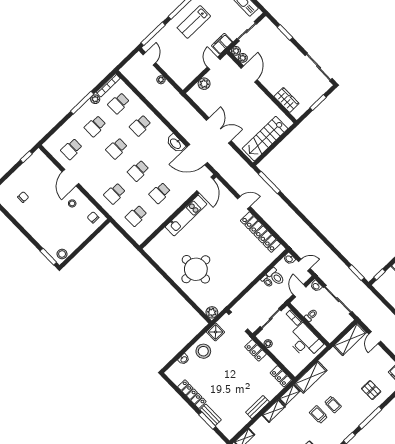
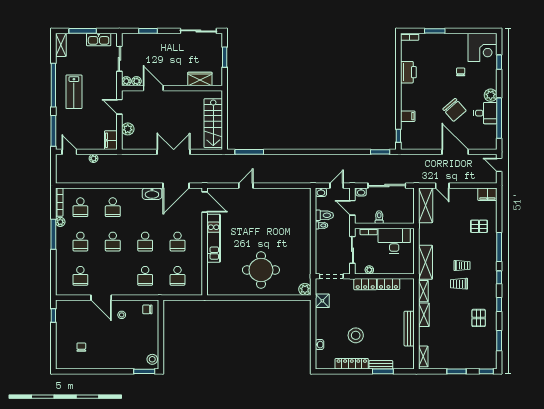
filing cabinet: (222, 44) -> (111, 140), moved
locker: (260, 232) -> (280, 195), removed
stool: (203, 351) -> (356, 335), moved
locker: (281, 376) -> (388, 284), moved
bench: (257, 407) -> (409, 329), width x1.36

